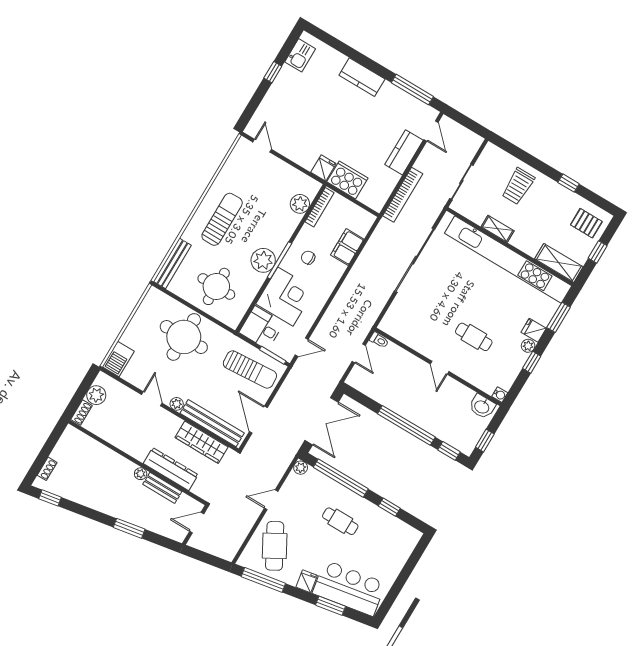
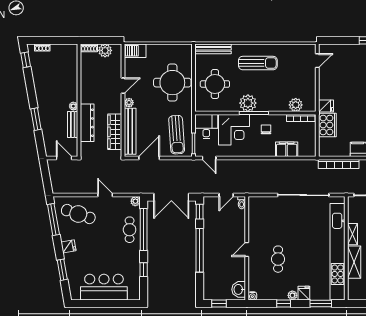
shelving: (559, 263) -> (354, 262), moved
window: (449, 451) -> (200, 212), moved
cafe table: (340, 521) -> (130, 230), moved
cafe table: (275, 546) -> (78, 214), turned 48
bar counter: (349, 588) -> (104, 287), moved, turned -80

